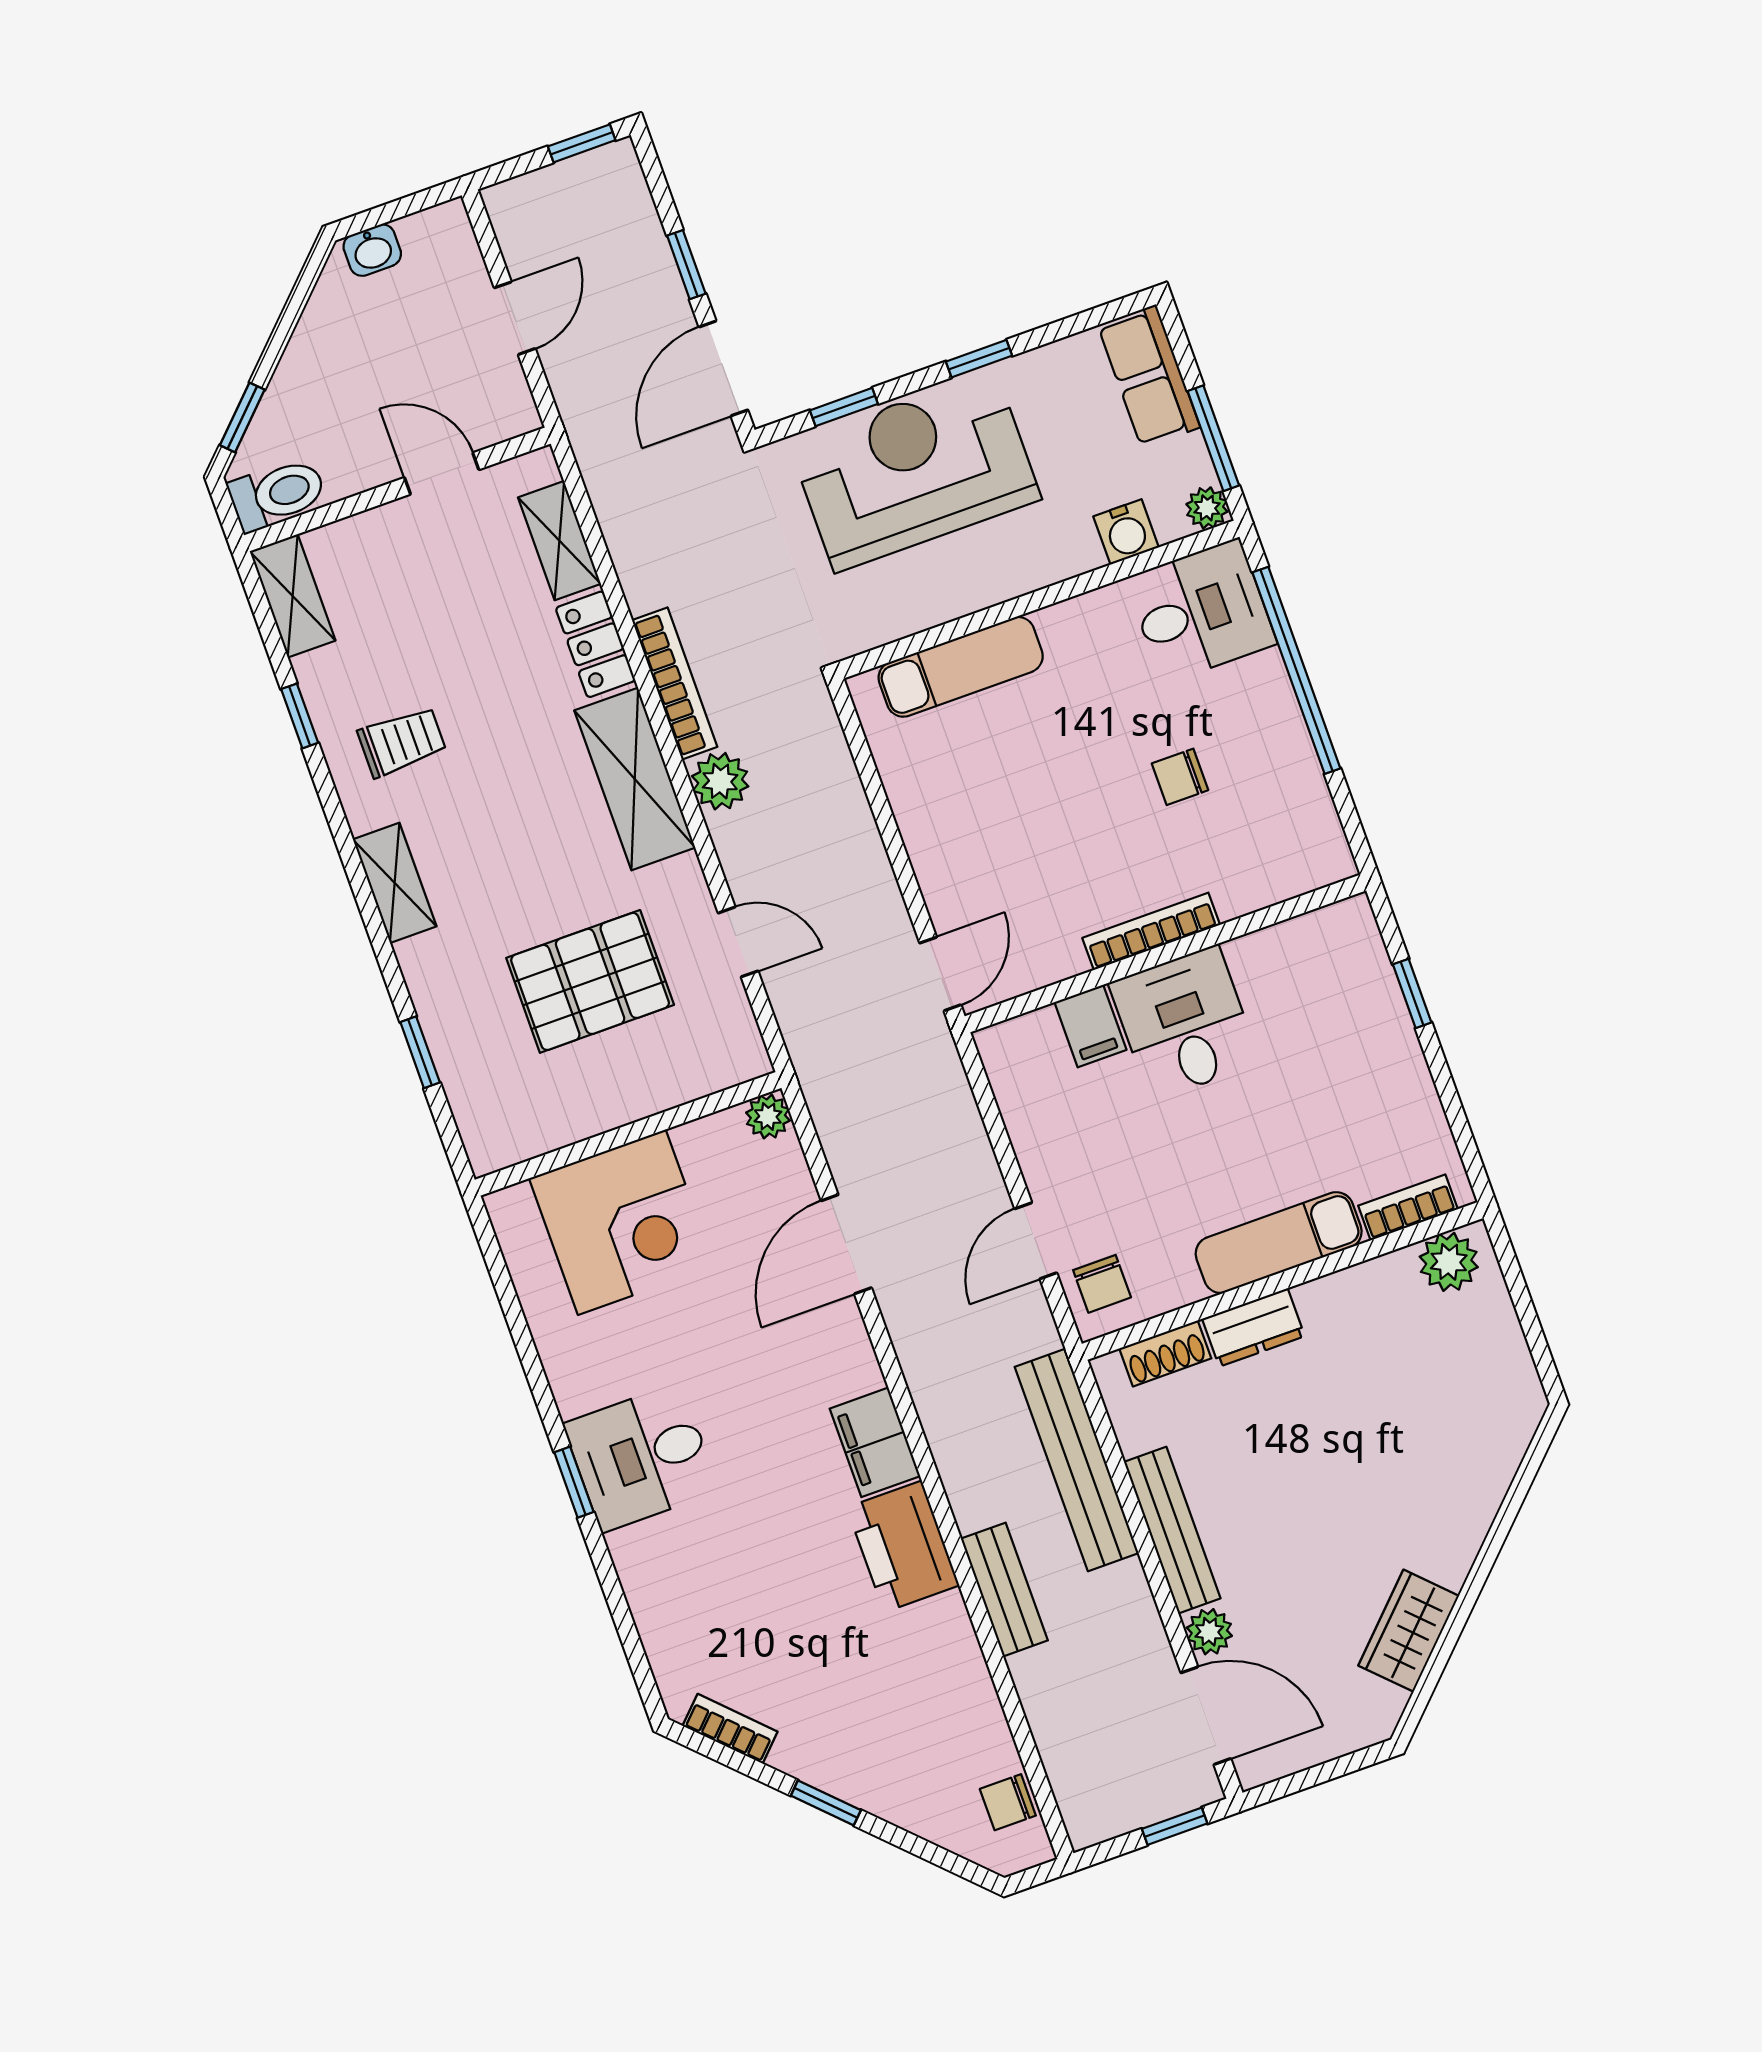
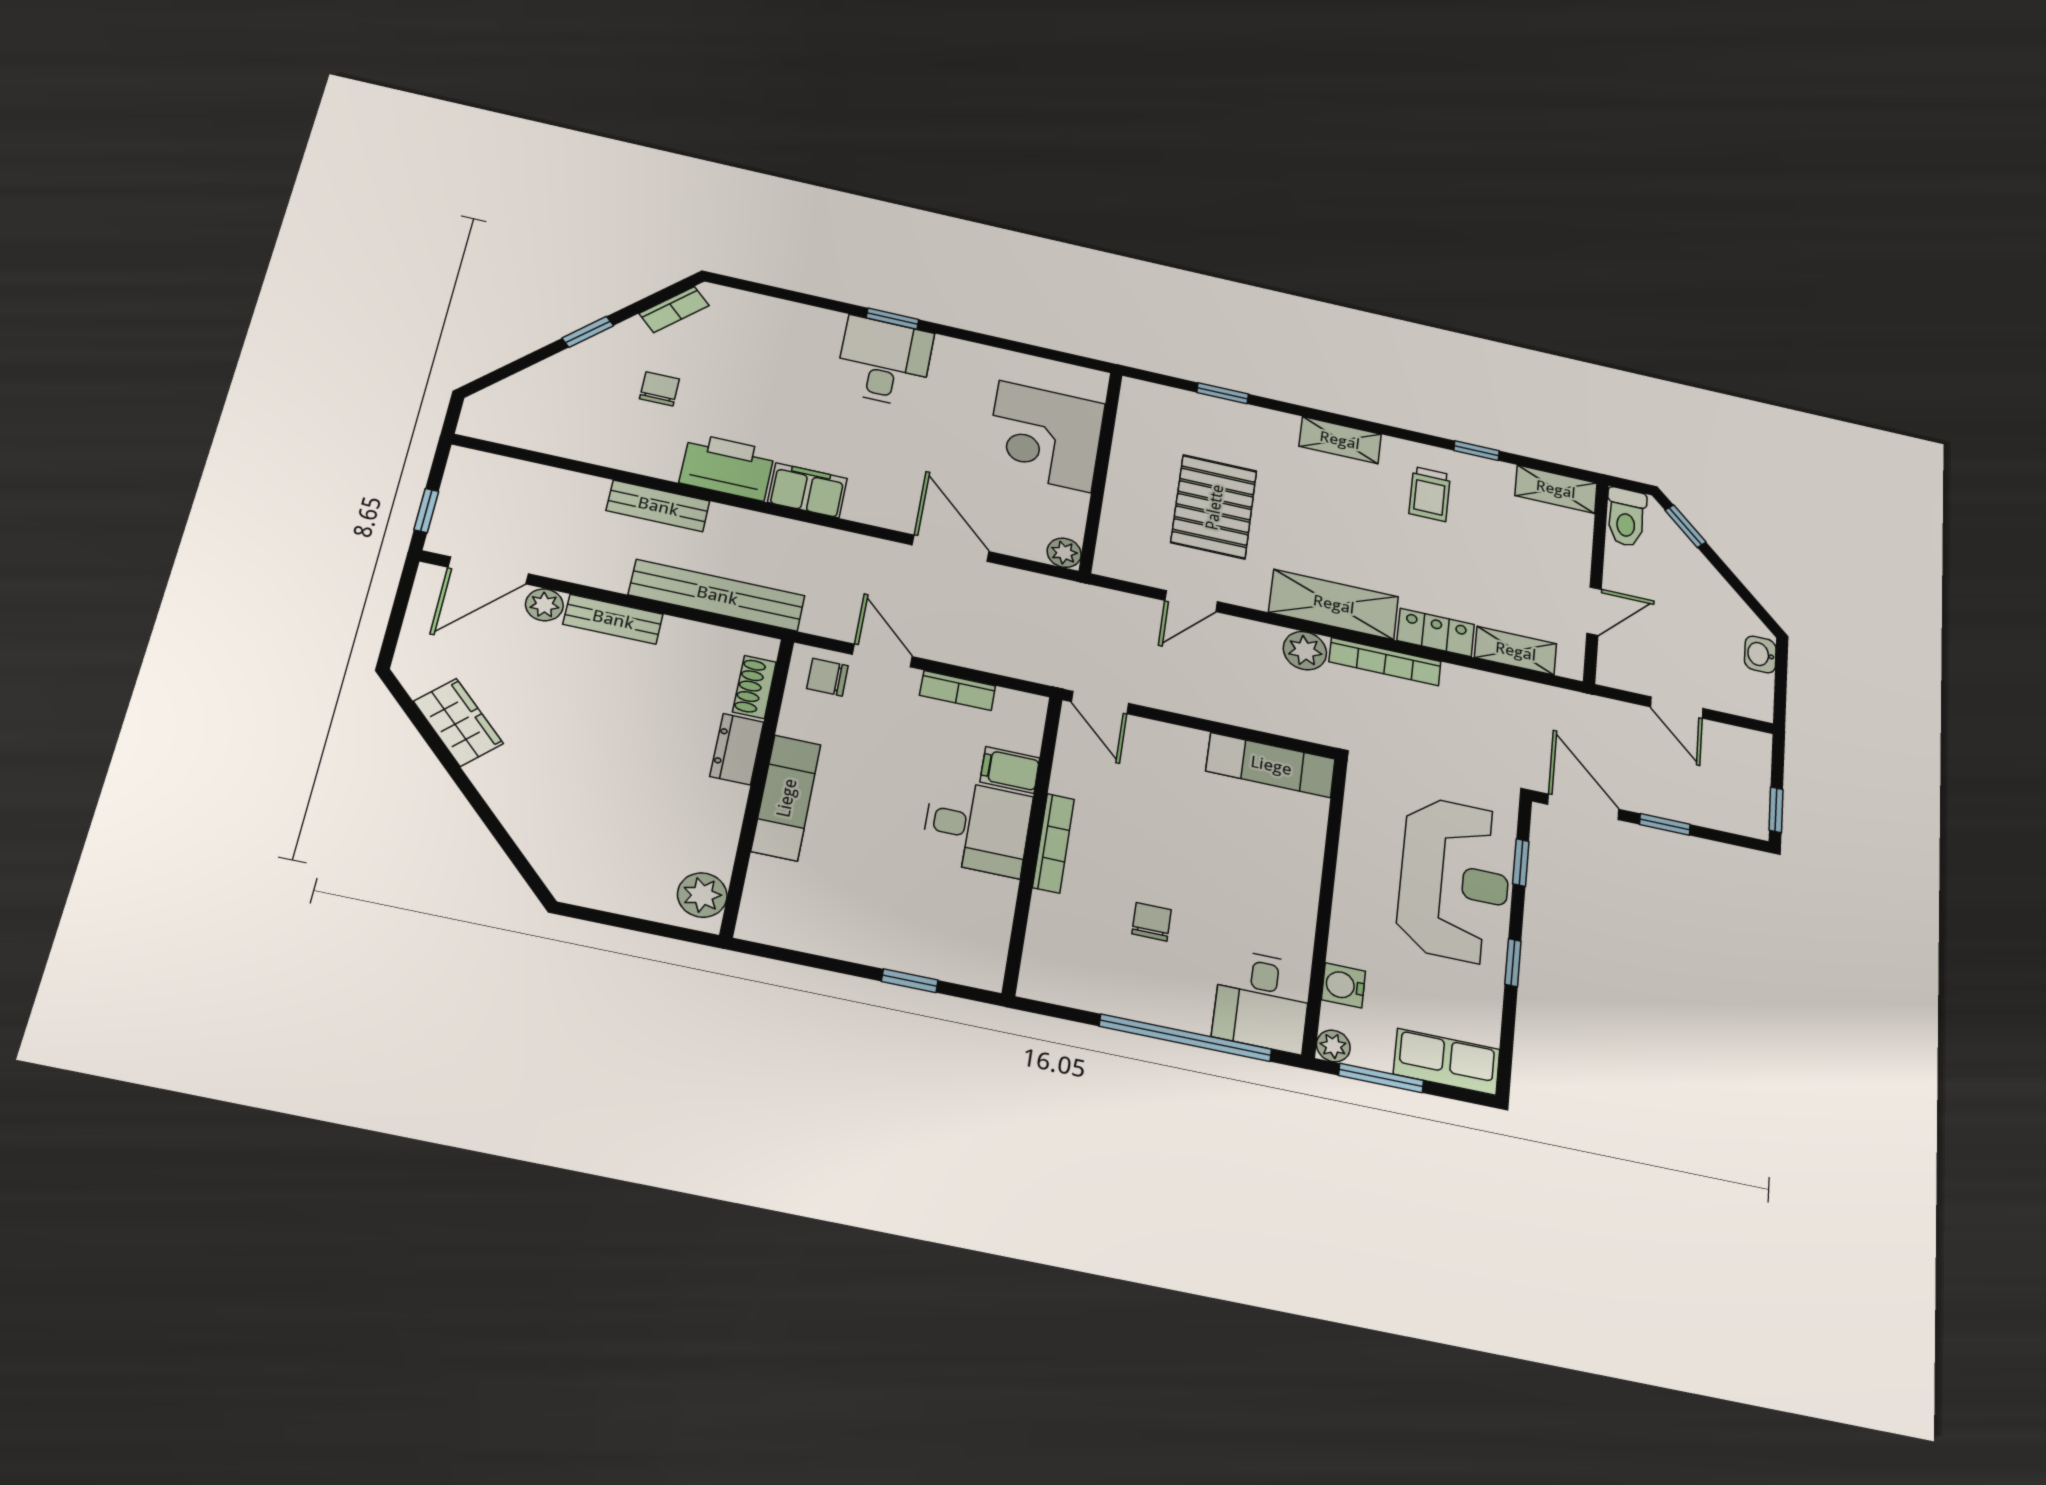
exam couch: (961, 667) -> (1271, 765), moved, turned -90
bookcase: (1408, 1207) -> (958, 691), moved, turned 90
bench: (1172, 1530) -> (613, 619), width x0.73
chair: (1008, 1802) -> (659, 389), moved

